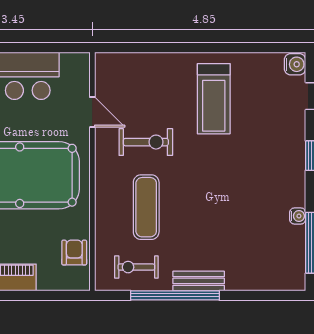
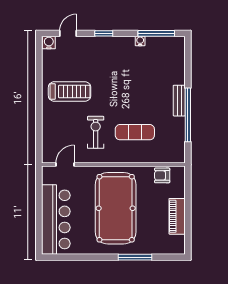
door: (92, 112) -> (65, 165), moved
exercise bike: (136, 267) -> (171, 138), removed

